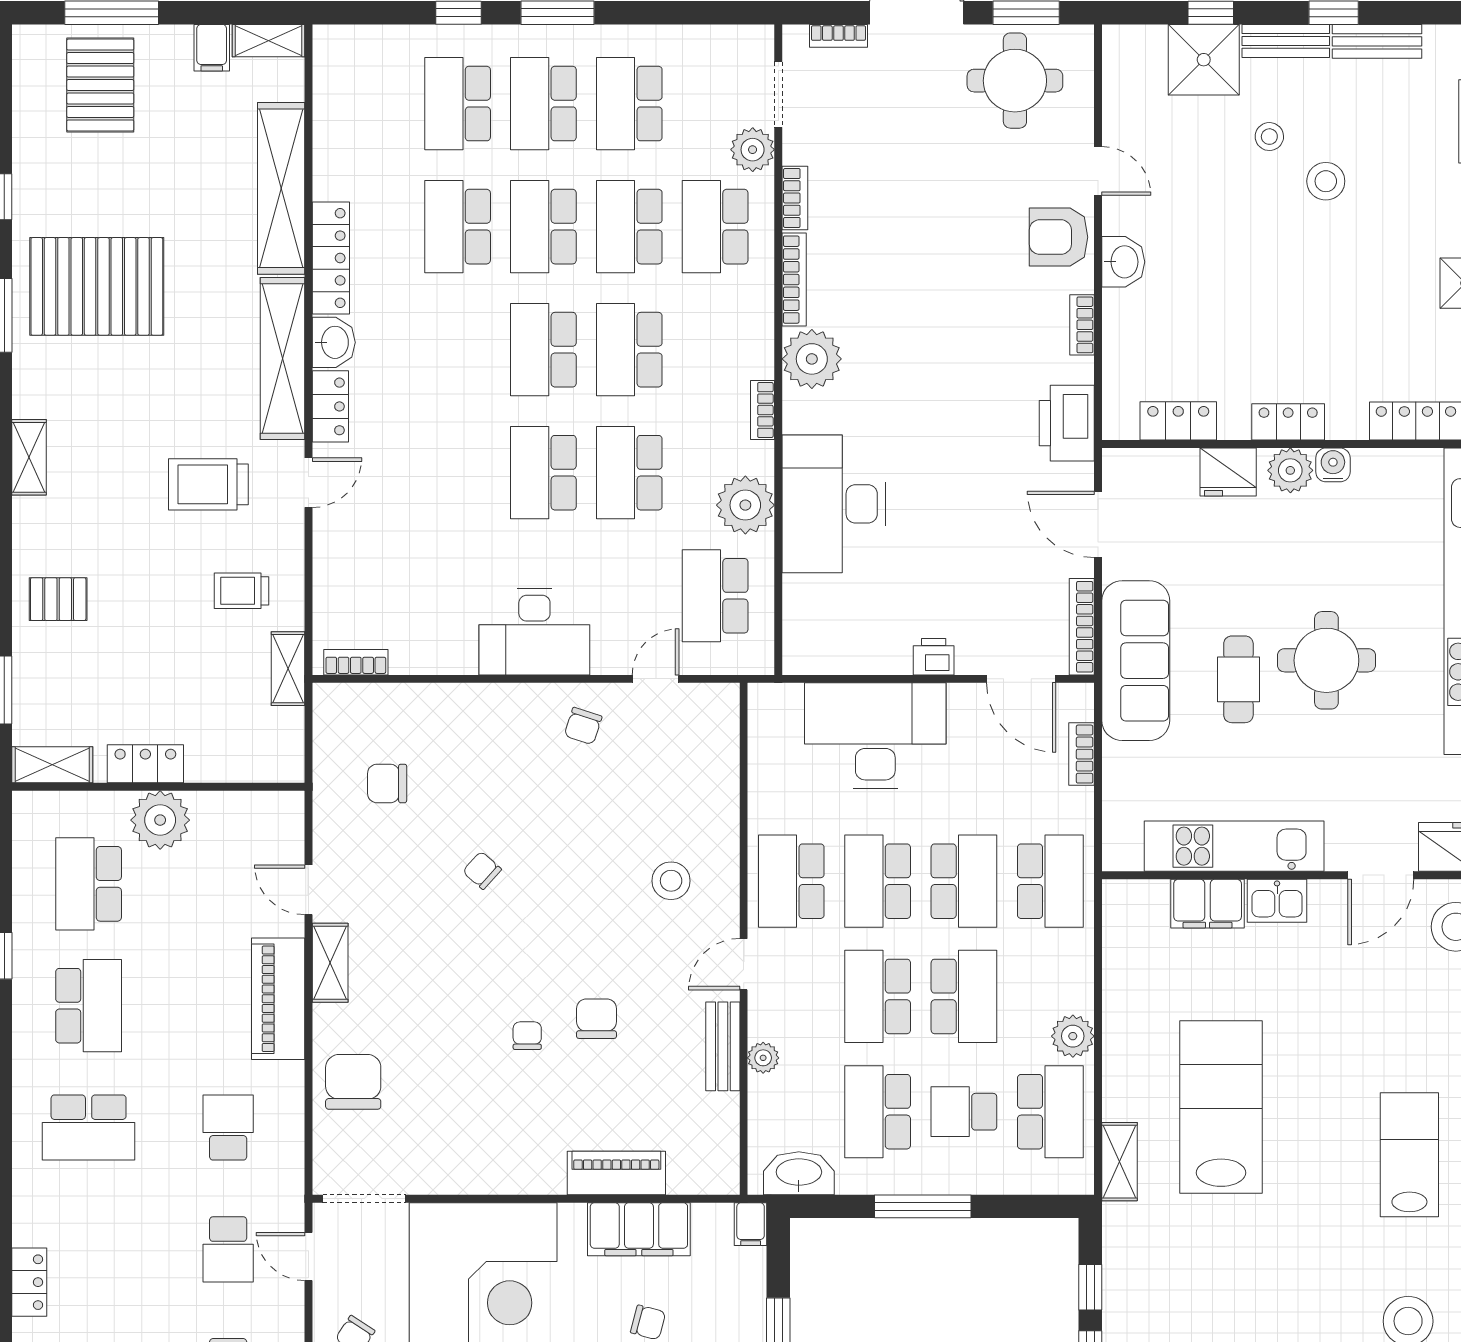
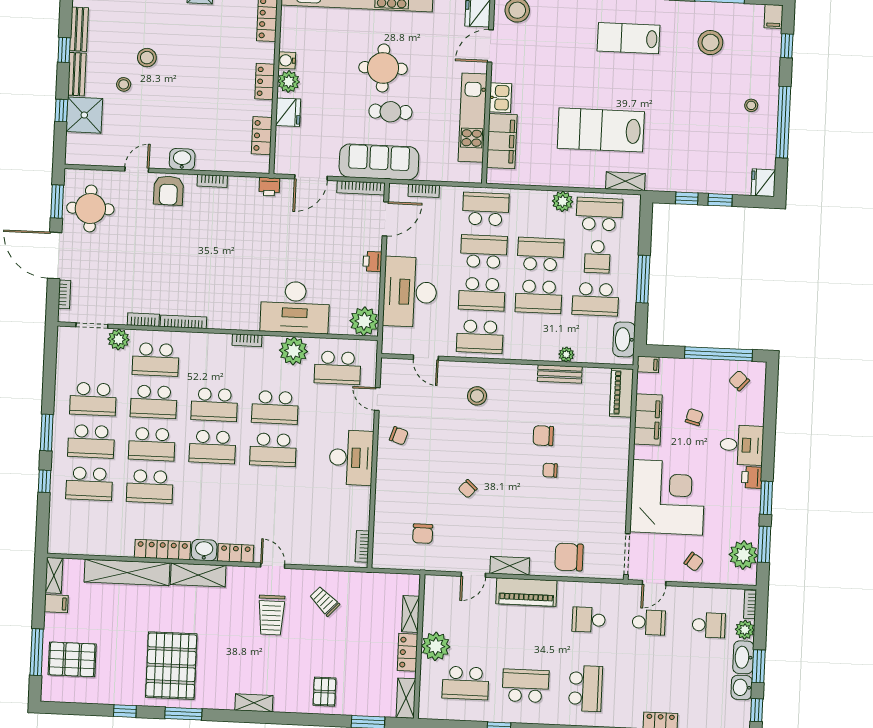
shelving: (283, 359) -> (198, 575), width x0.68
plant: (812, 359) -> (364, 321), moved
printer: (1067, 423) -> (269, 187), width x0.53, depth x0.68
trolley: (241, 591) -> (325, 601), turned 133
shelving: (288, 669) -> (411, 614), moved, turned 90
door: (1381, 875) -> (490, 46), swing flipped
filing cabinet: (1208, 904) -> (502, 141), width x1.50, depth x1.17
door: (744, 964) -> (426, 358), moved
piano: (616, 1173) -> (621, 393), moved

